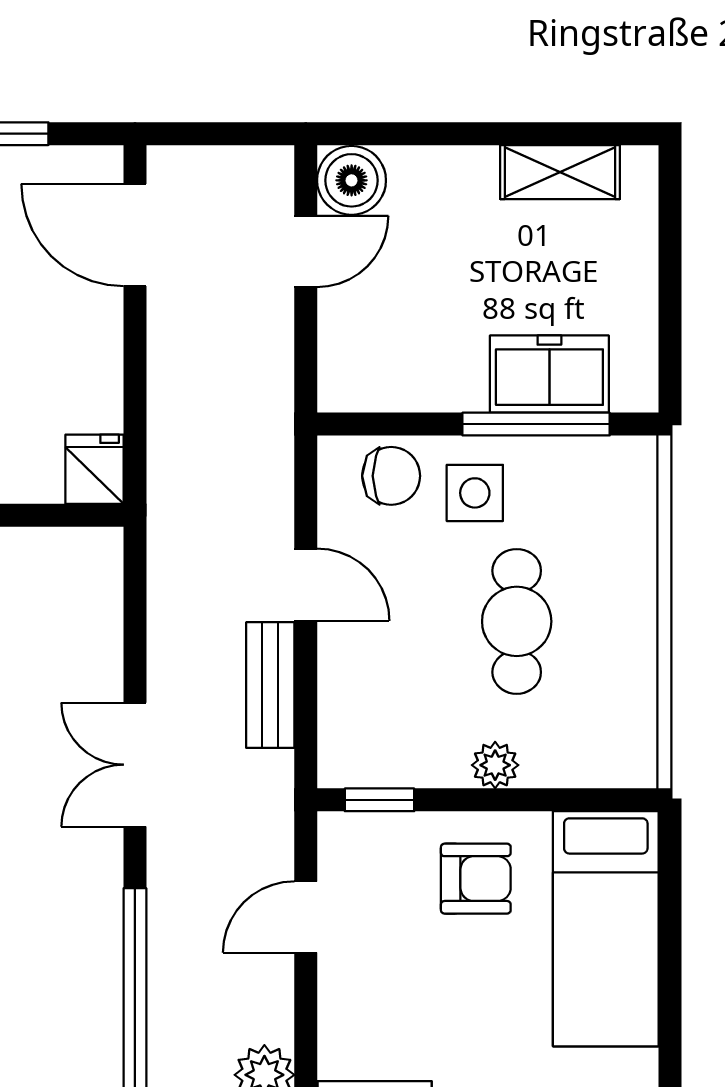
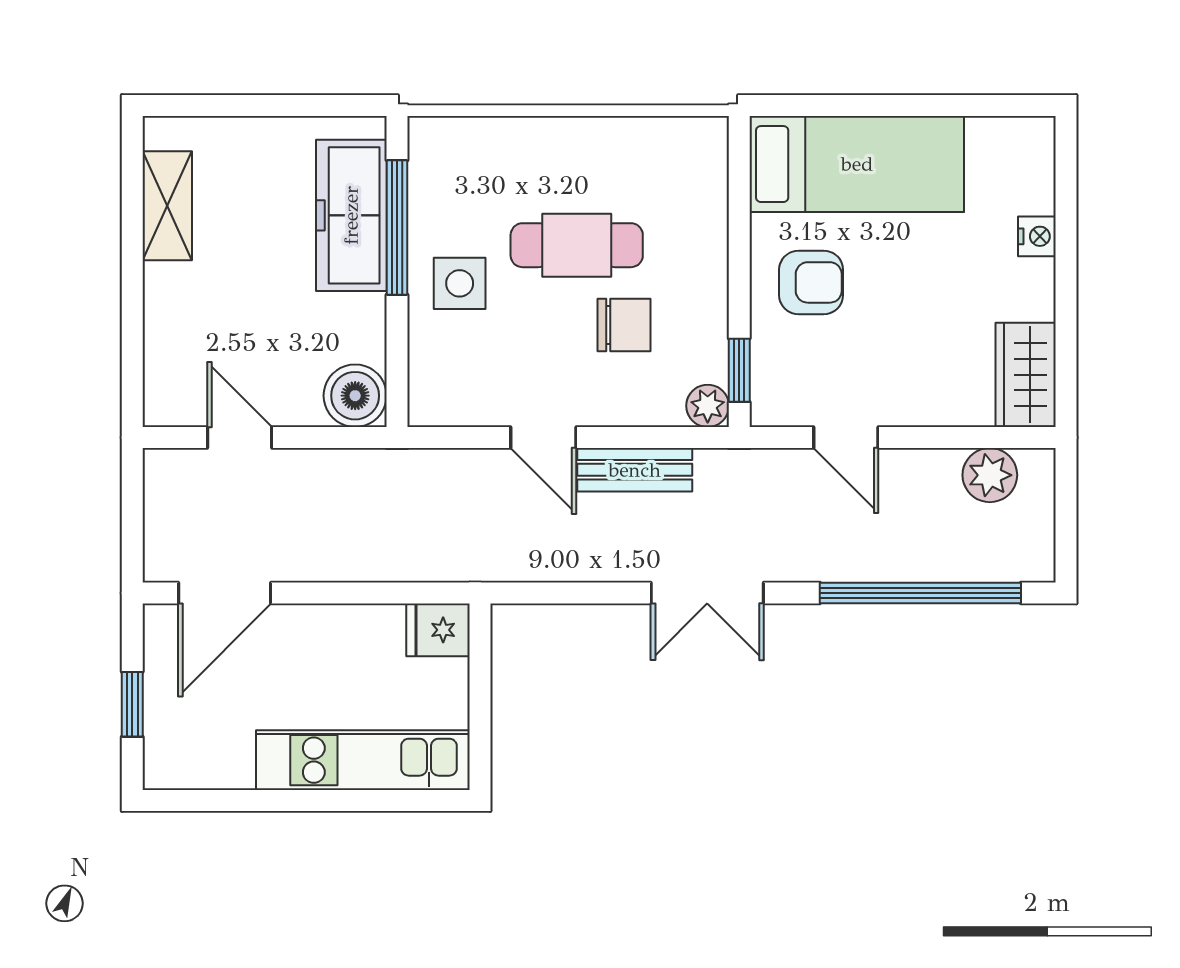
boiler: (352, 180) -> (355, 396), moved
freezer: (549, 374) -> (351, 215), width x1.40
chair: (391, 476) -> (624, 325), moved, turned 90
door: (306, 585) -> (543, 437), swing flipped
plant: (495, 765) -> (708, 406), moved
armchair: (476, 879) -> (811, 282), turned 90

